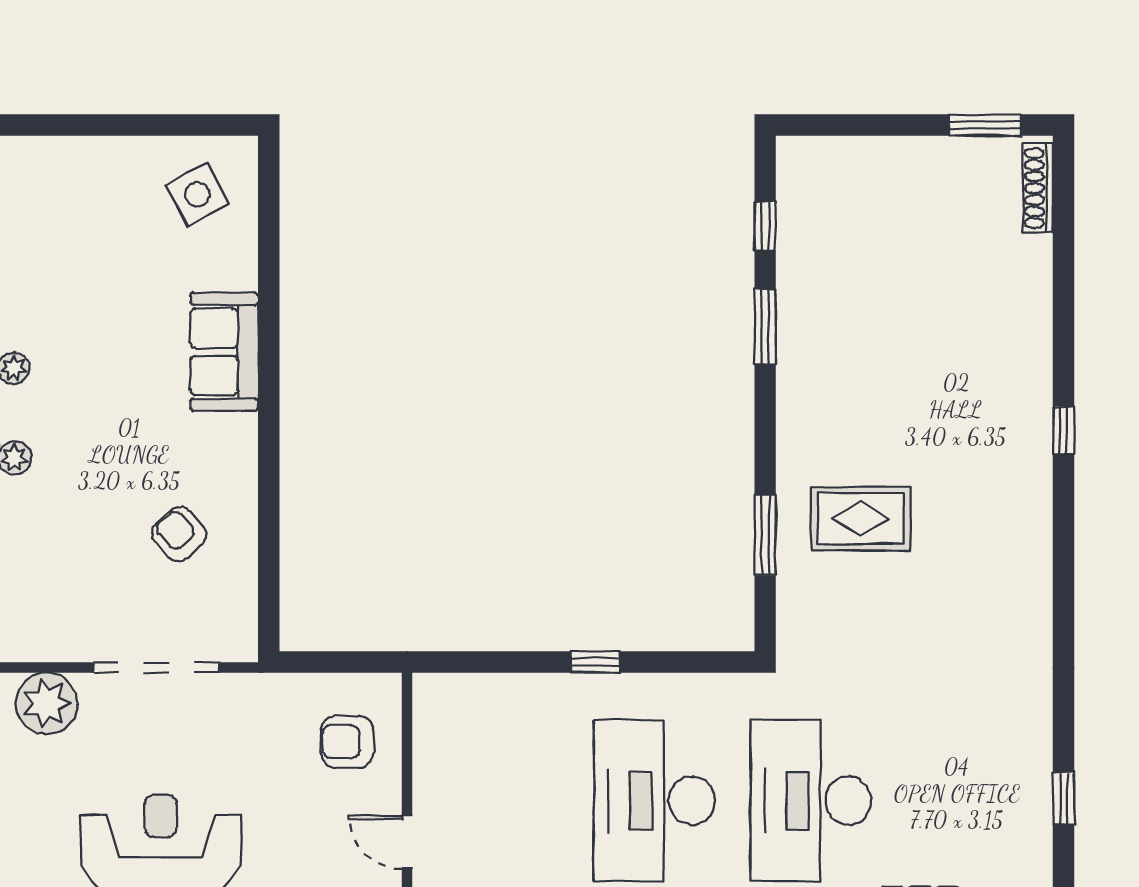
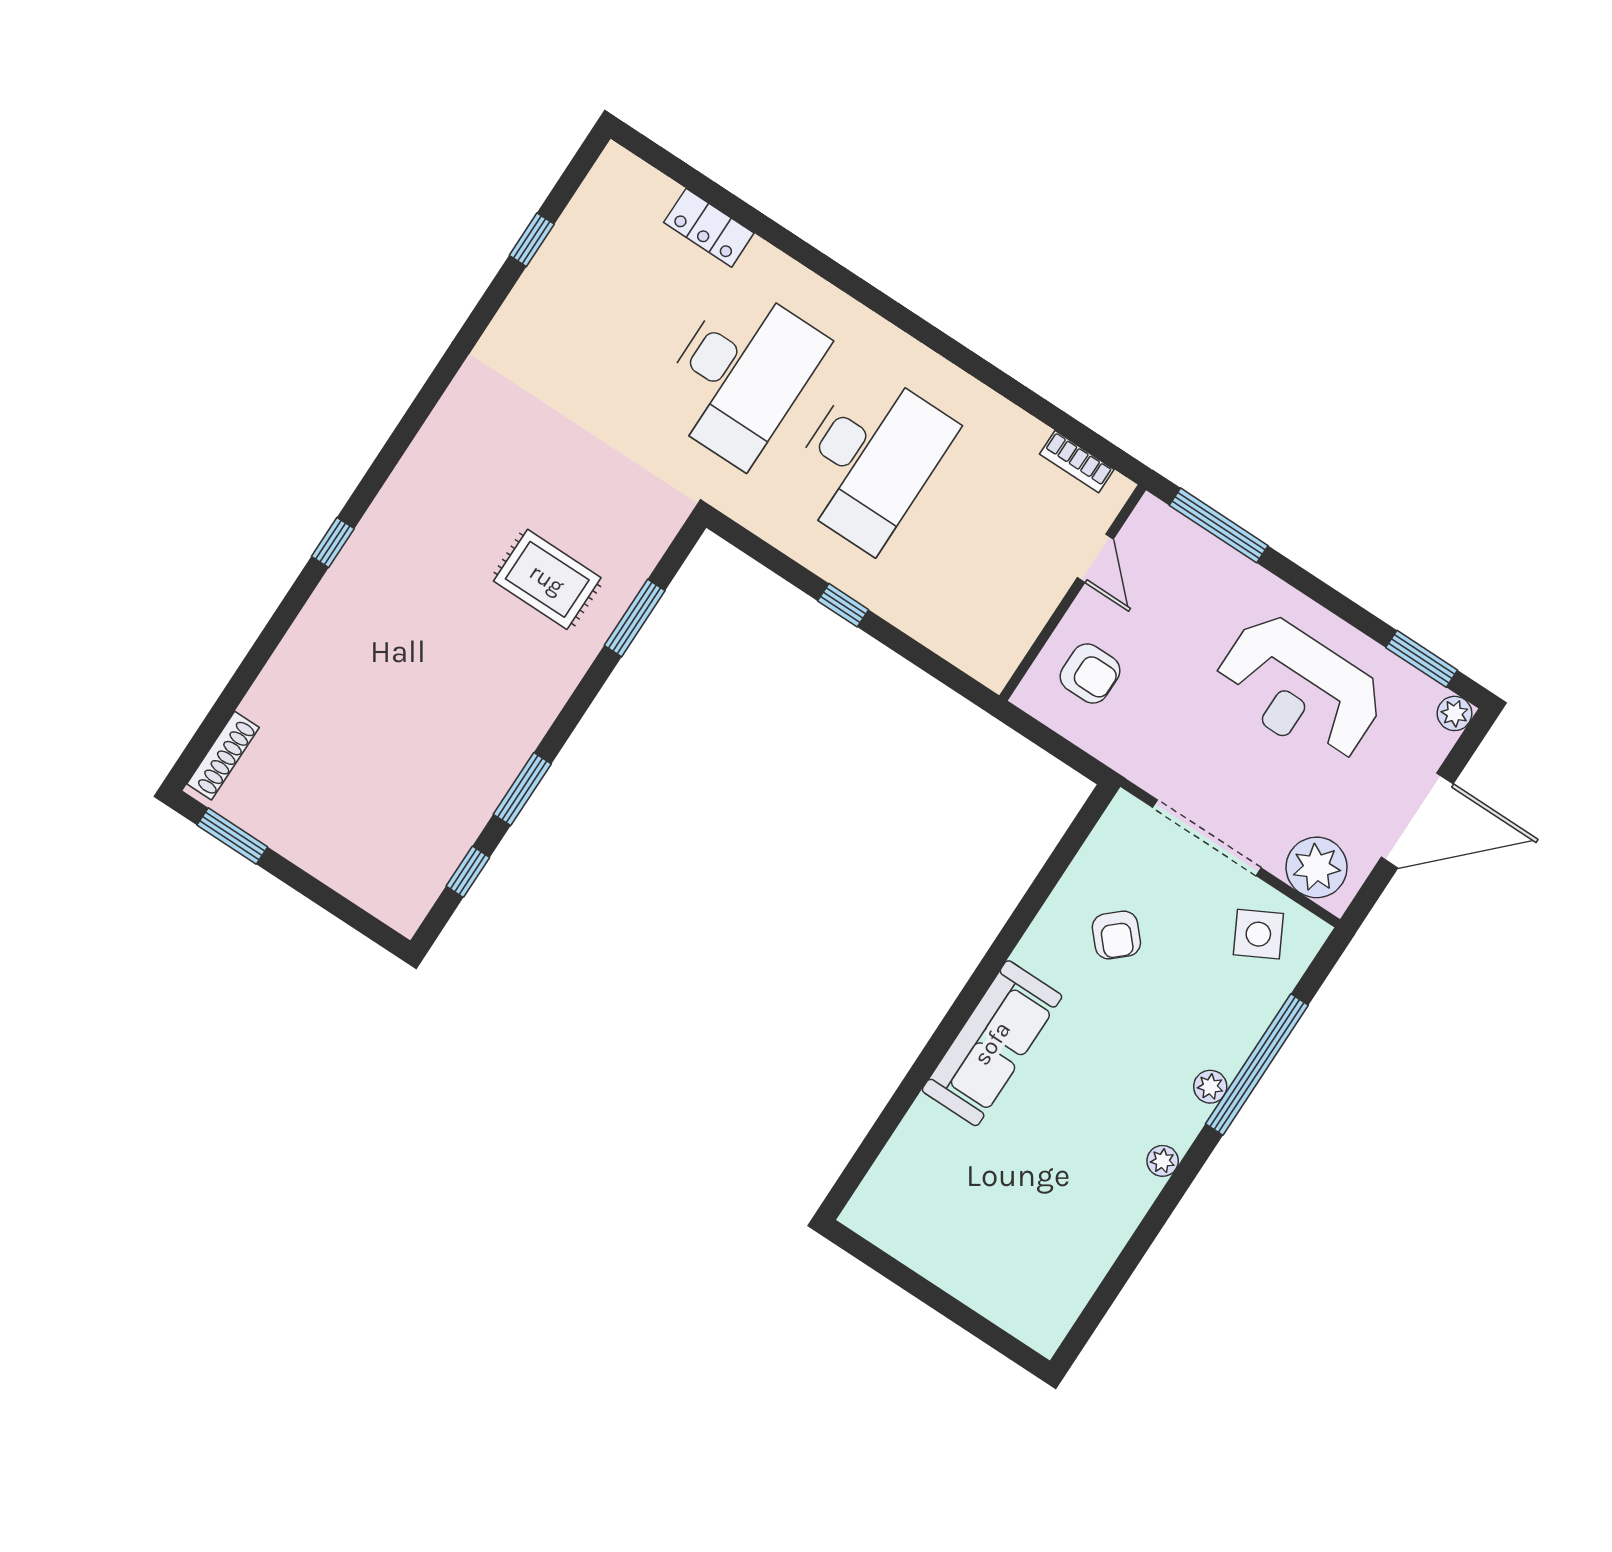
side table: (197, 194) -> (1258, 934), moved
sofa: (224, 352) -> (992, 1043), width x1.36

